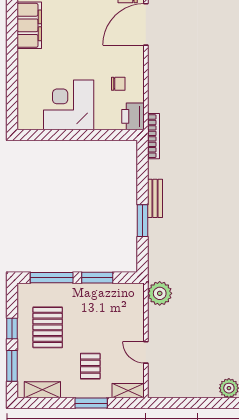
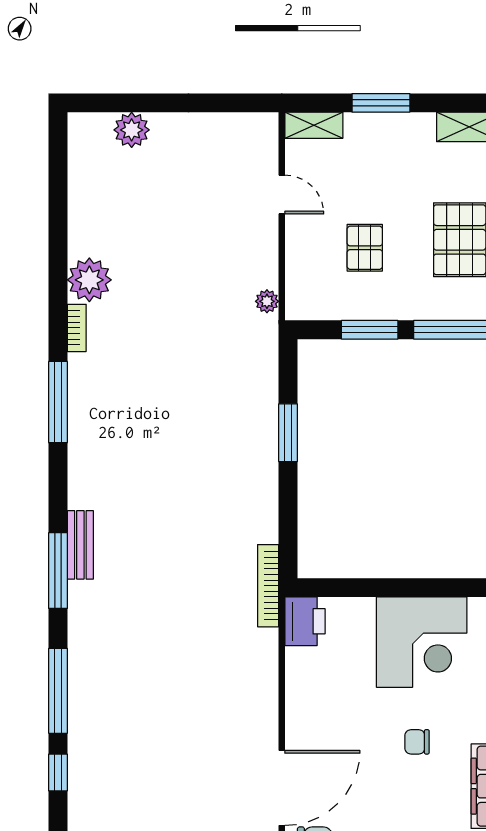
chair: (118, 84) -> (417, 742), moved
bench: (155, 198) -> (265, 473), removed
plant: (160, 293) -> (267, 301), width x0.53, depth x0.53
pallet: (90, 366) -> (365, 248), moved

